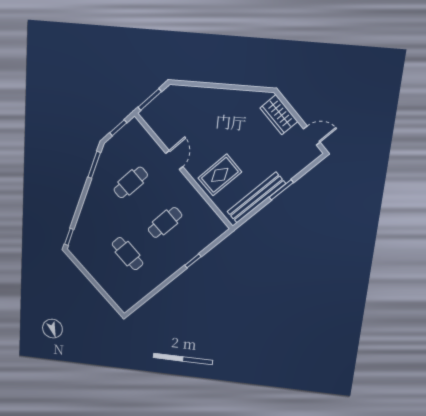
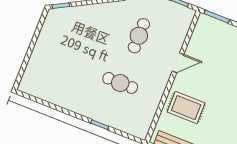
cafe table: (131, 182) -> (139, 36), turned 90
cafe table: (128, 254) -> (74, 65), removed

